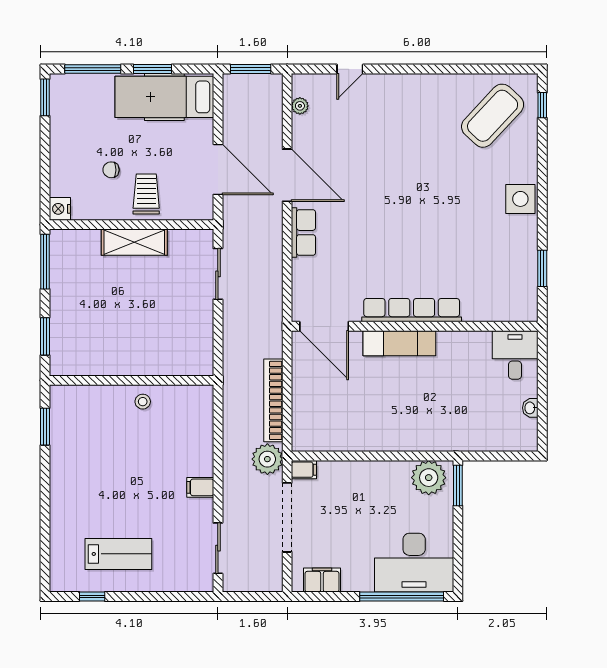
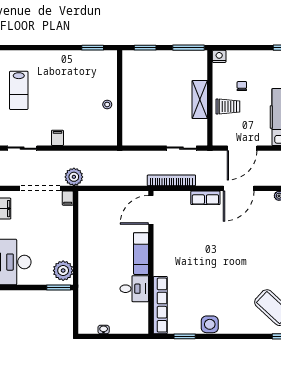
side table: (520, 199) -> (210, 324), moved
row of seats: (412, 310) -> (160, 305), moved
desk: (515, 355) -> (134, 289), moved
bookcase: (273, 400) -> (171, 180), moved

